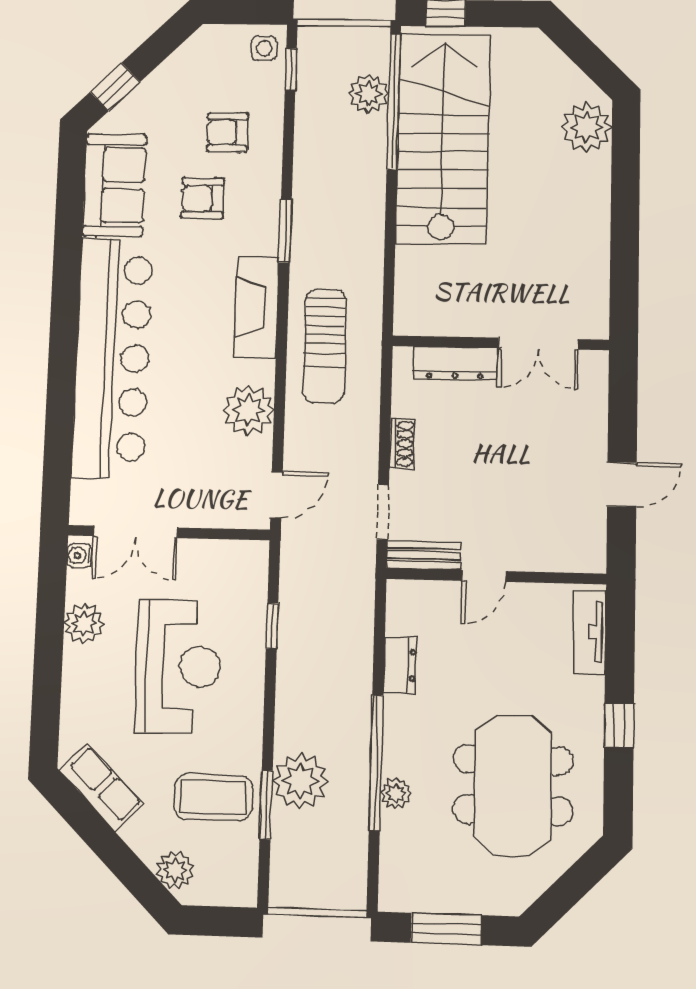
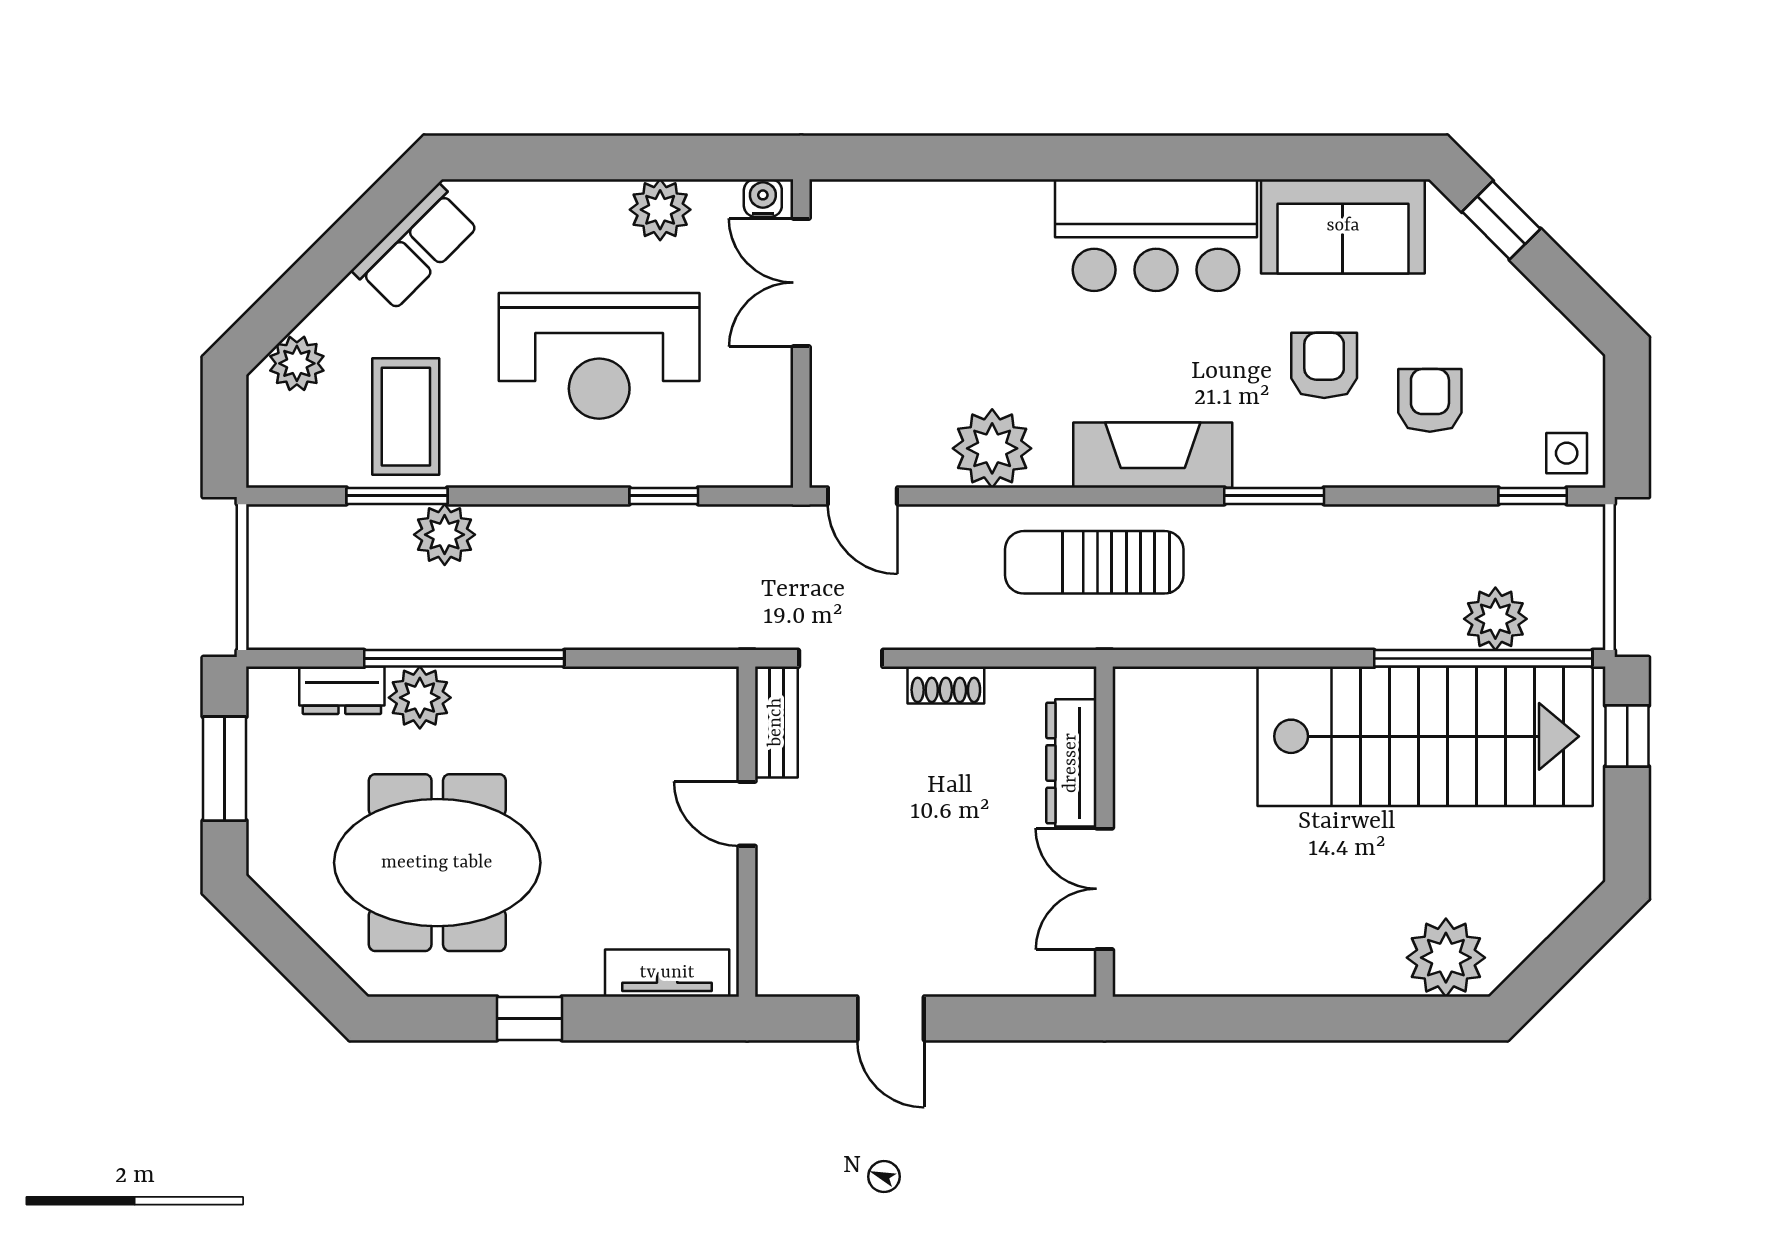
bar counter: (112, 358) -> (1156, 235), width x0.54
dresser: (400, 665) -> (342, 690), moved
plant: (300, 781) -> (445, 535), width x0.73, depth x0.73
plant: (396, 793) -> (420, 698), width x1.38, depth x1.38

